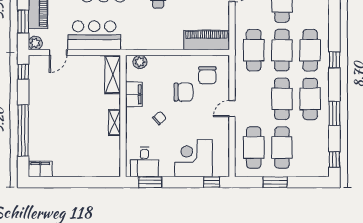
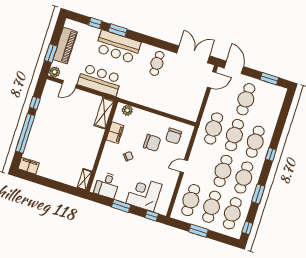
piano: (207, 40) -> (181, 110), removed
window: (23, 72) -> (35, 103), moved
shelving: (115, 123) -> (85, 179), moved
cafe table: (310, 148) -> (232, 213), added
window: (150, 182) -> (121, 206), moved

